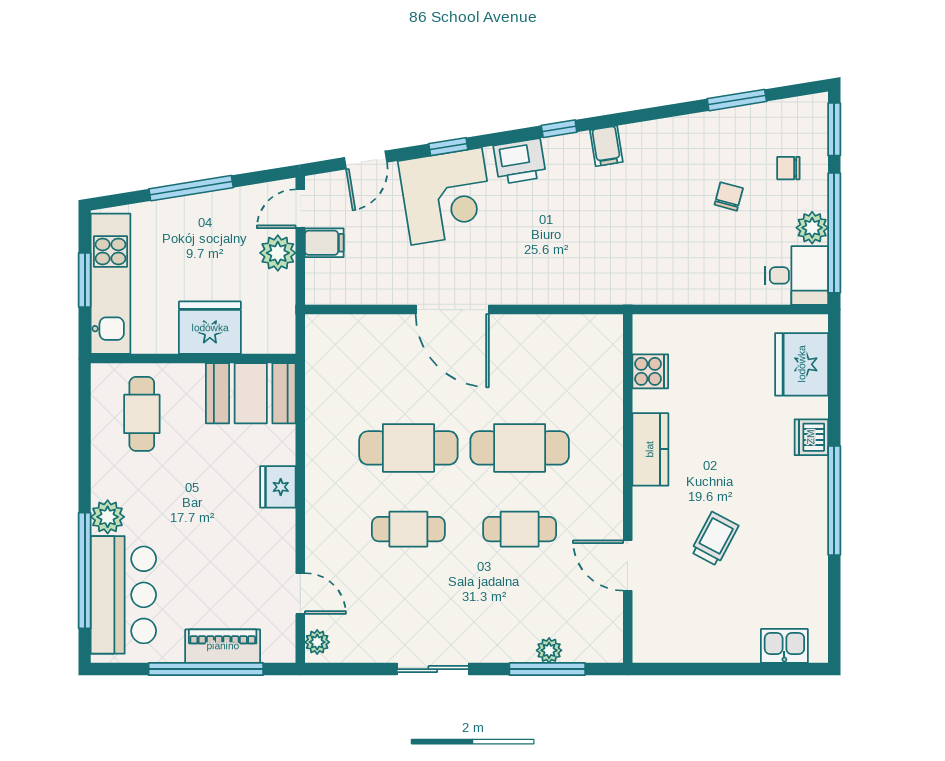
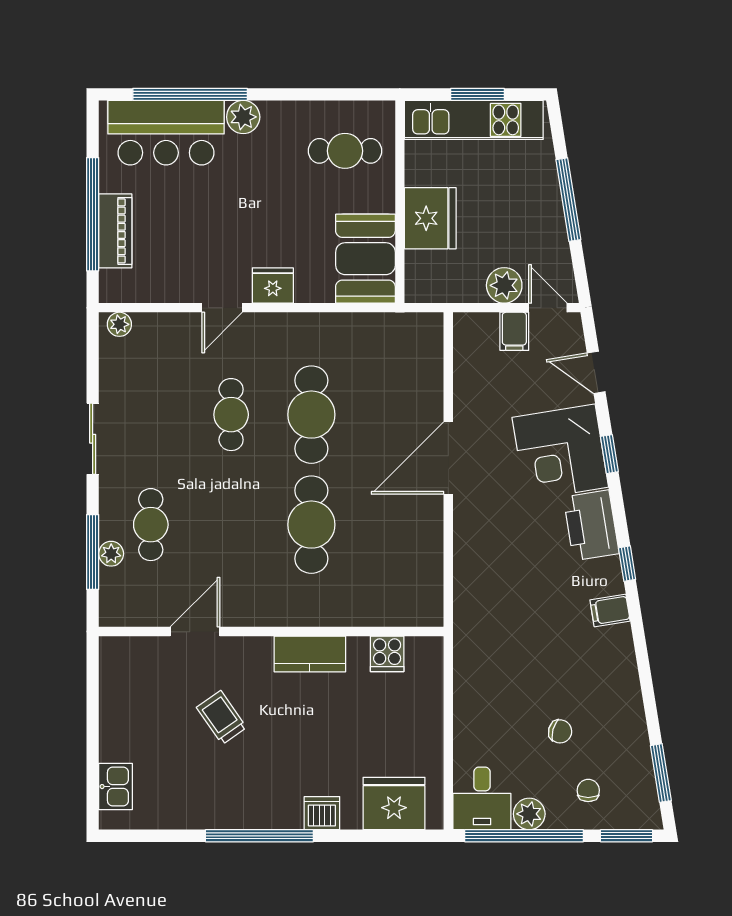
window: (737, 100) -> (661, 773), moved
printer: (520, 161) -> (591, 525), width x1.37, depth x1.19
cafe table: (520, 529) -> (151, 525), moved
trolley: (715, 539) -> (222, 717), turned -153
door: (300, 594) -> (222, 308), moved

